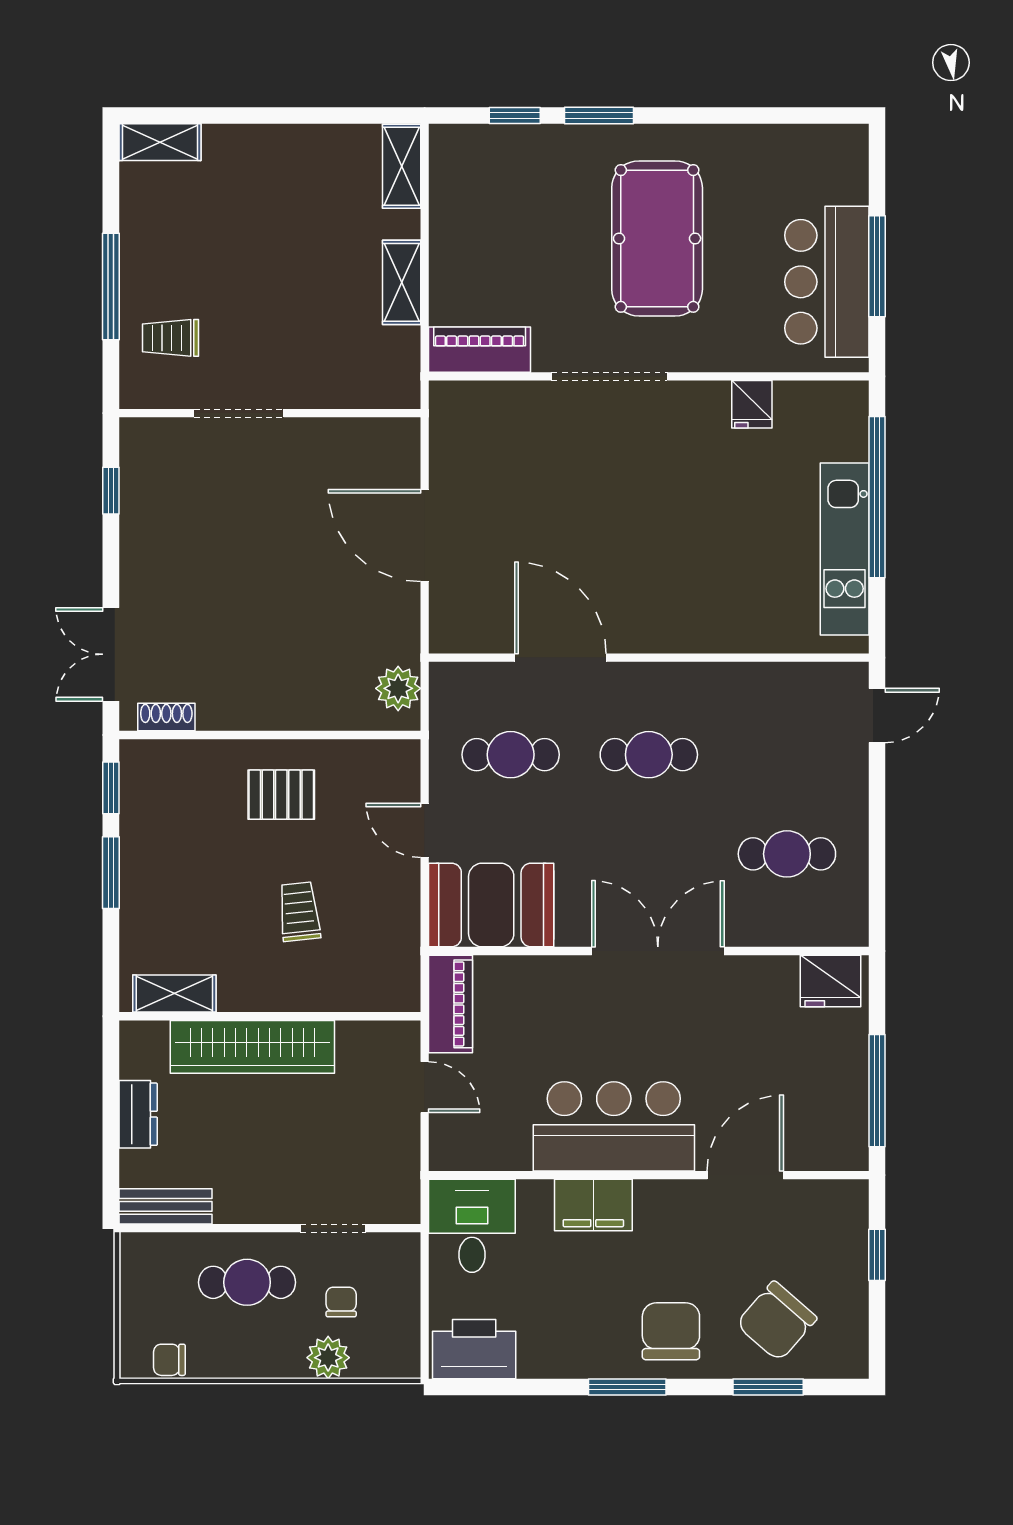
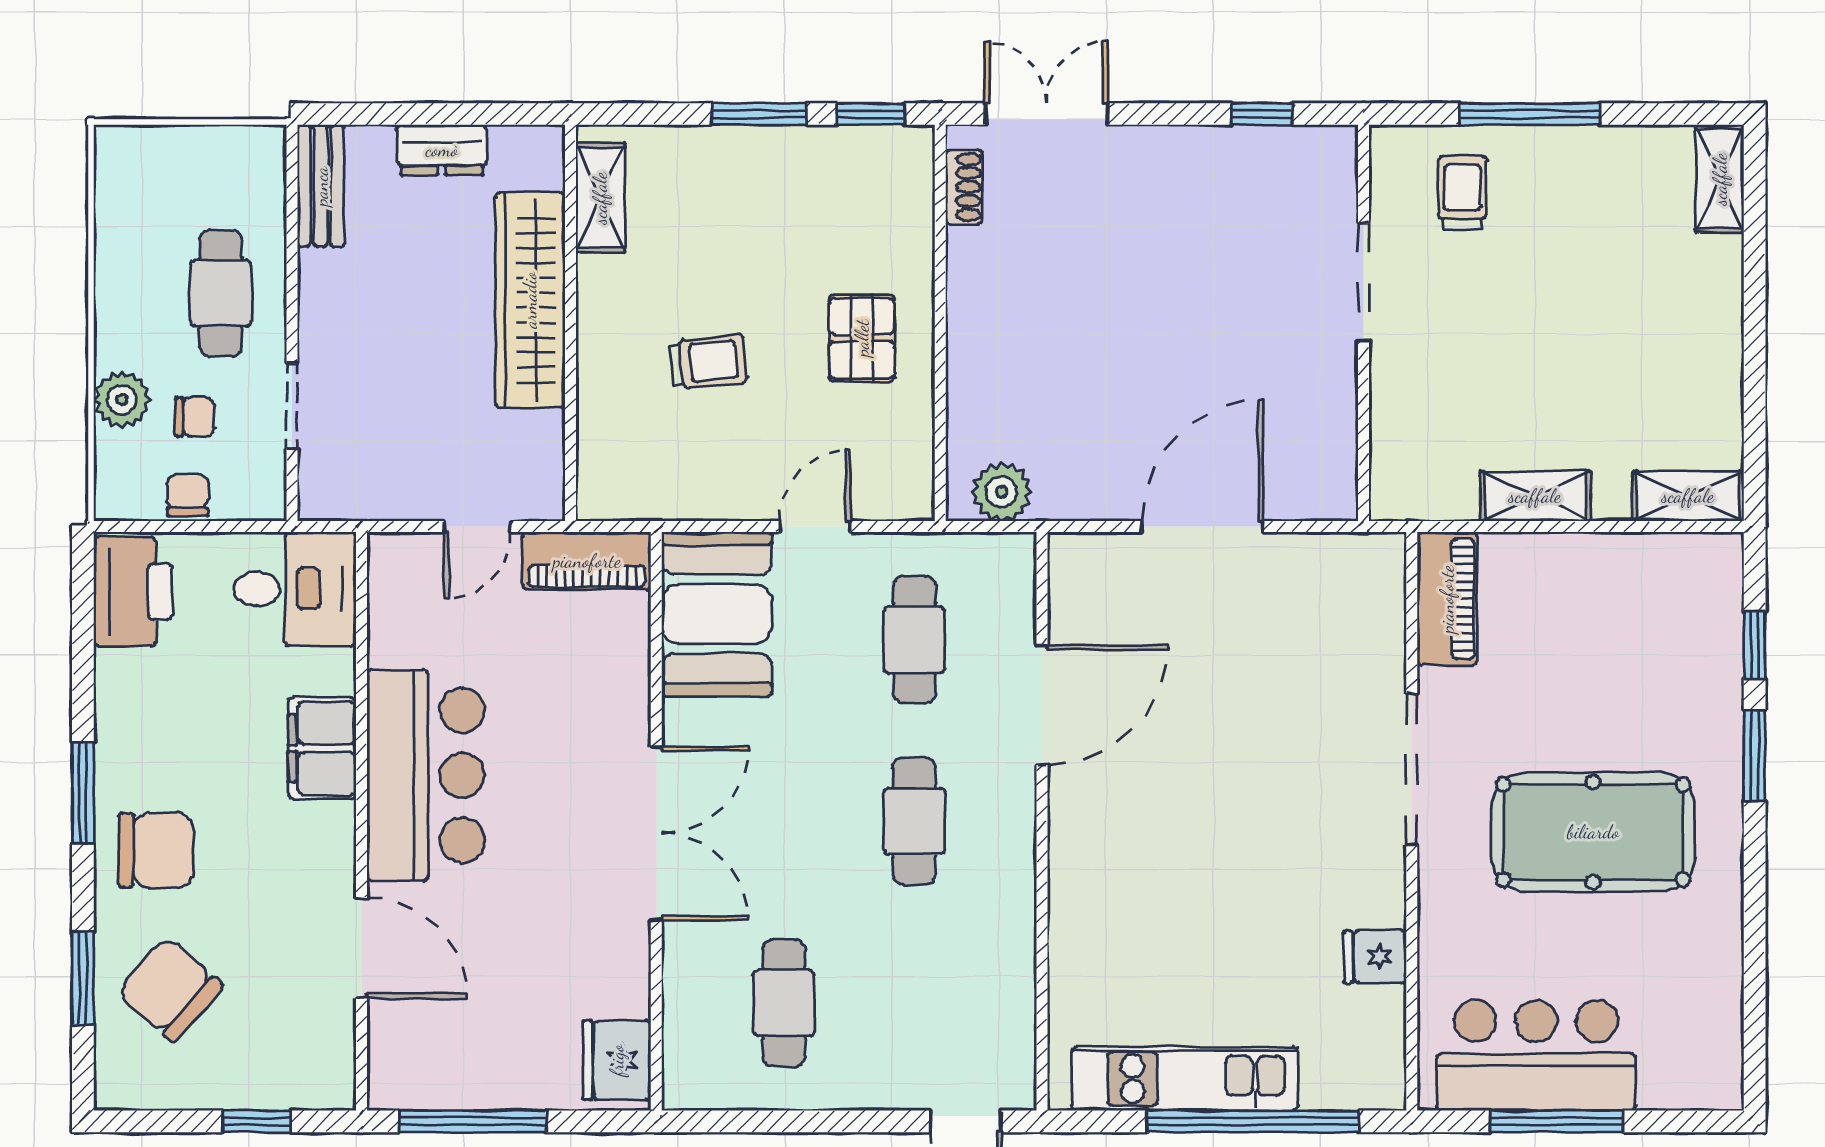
chair: (169, 1360) -> (187, 495), moved

